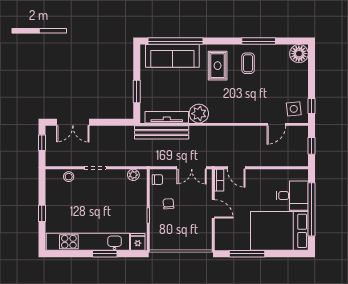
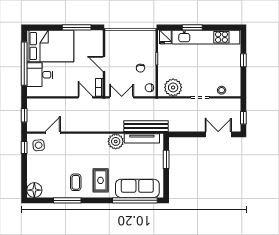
plant: (133, 175) -> (173, 87), width x1.87, depth x1.87

